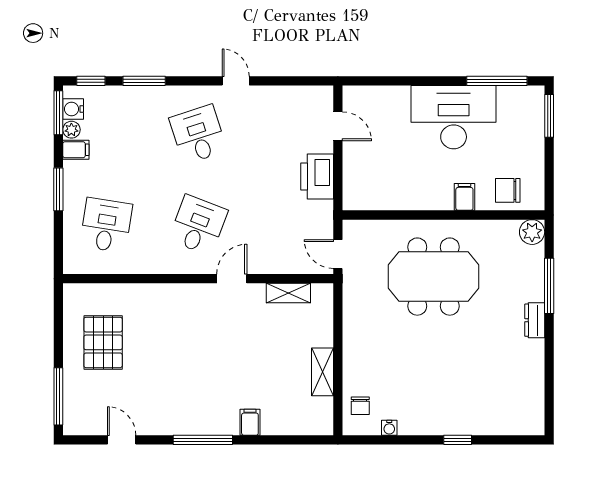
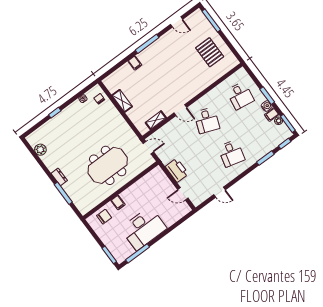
door: (236, 81) -> (220, 192), moved
water cooler: (73, 109) -> (267, 106), moved
desk: (198, 134) -> (231, 153), turned 33
plant: (532, 232) -> (40, 150), moved
door: (232, 279) -> (180, 110), hinge flipped

